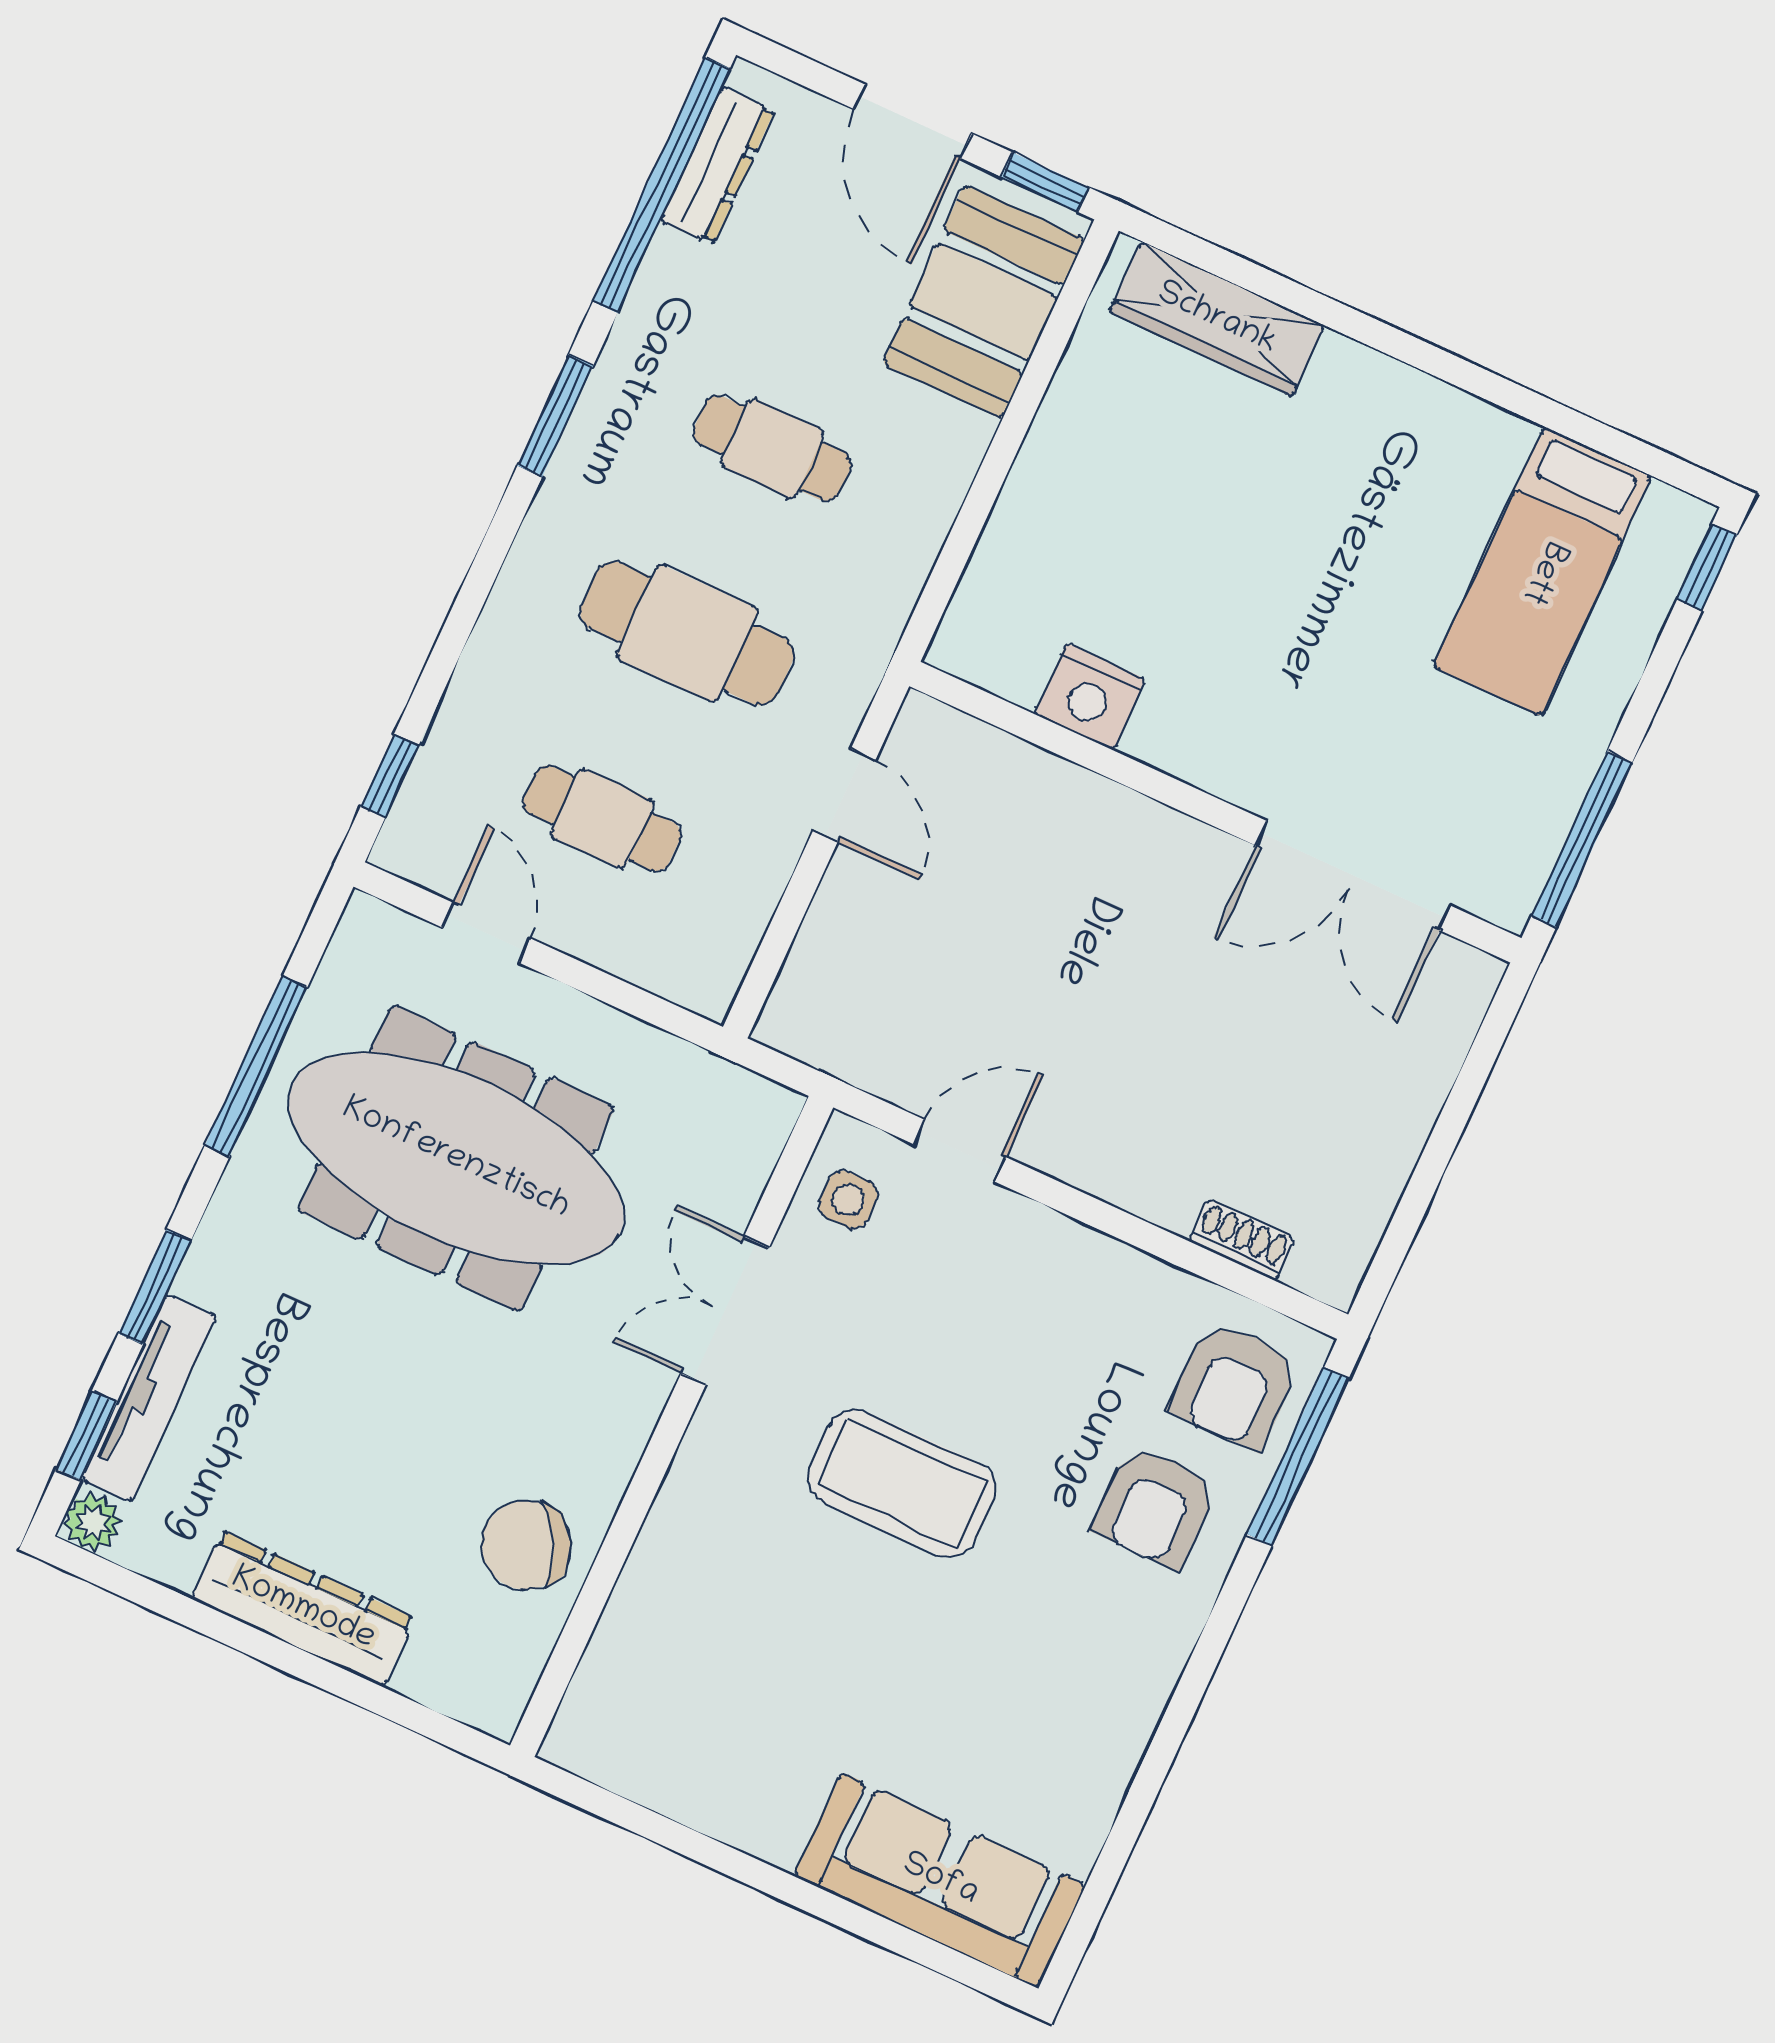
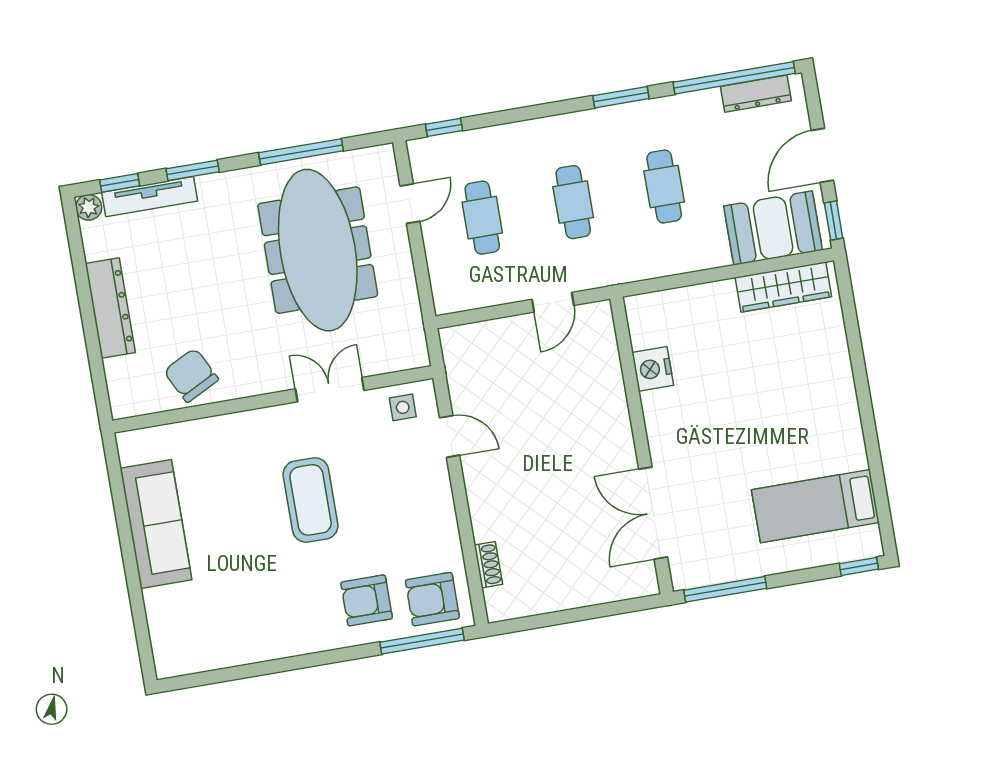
wardrobe: (1217, 319) -> (783, 287), moved, turned -90
cafe table: (687, 633) -> (573, 202), width x0.73, depth x0.74
sofa: (940, 1880) -> (156, 524), moved

